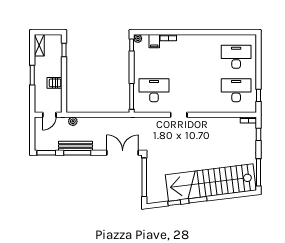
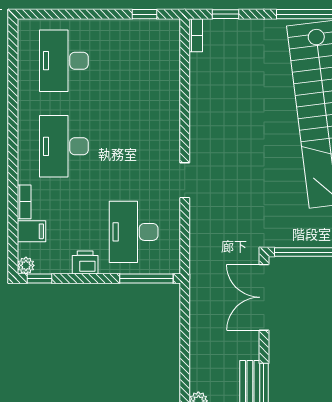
printer: (139, 67) -> (85, 262), added
desk: (236, 90) -> (64, 146), moved

